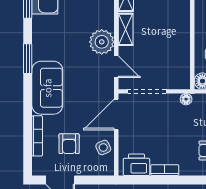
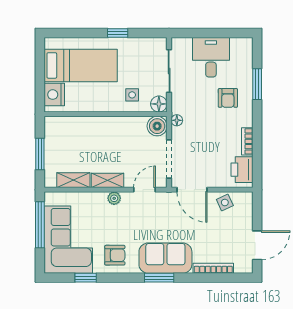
plant: (102, 42) -> (114, 198), width x0.53, depth x0.53
window: (28, 59) -> (159, 278), moved
boiler: (180, 79) -> (157, 126), added
armchair: (69, 144) -> (115, 255), moved

